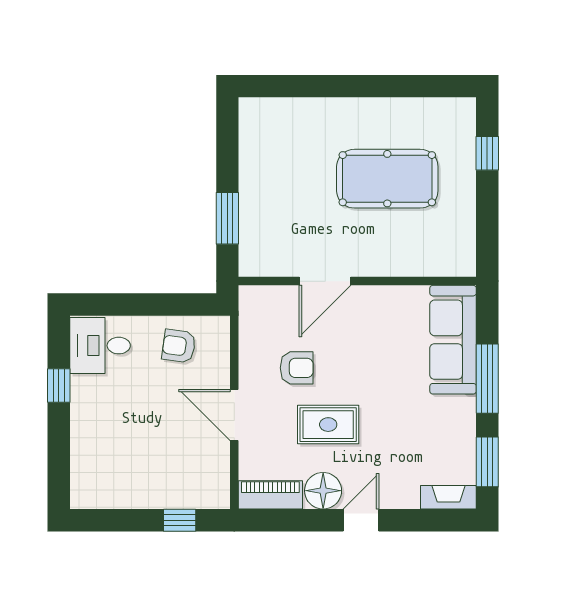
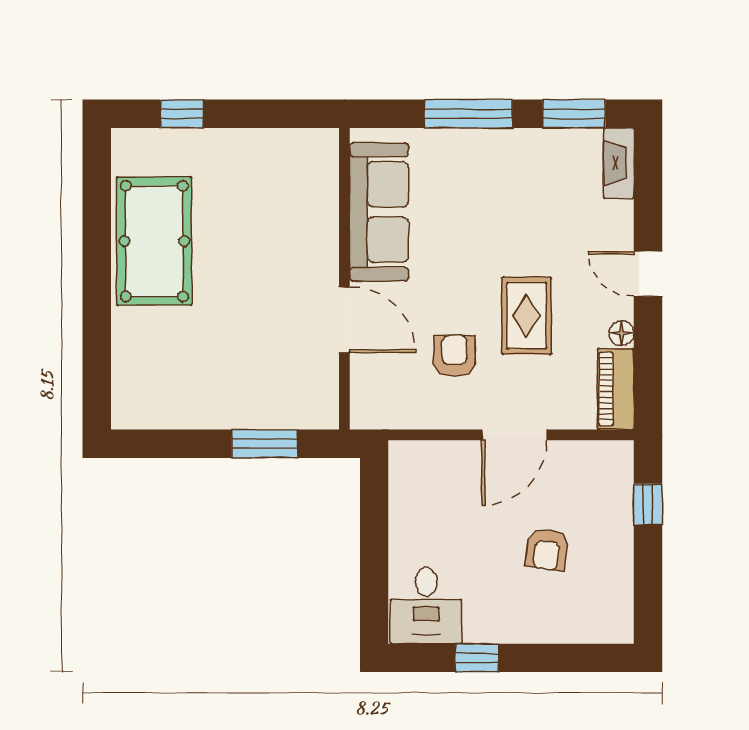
pool table: (387, 179) -> (154, 241), moved
sofa: (453, 340) -> (379, 212), moved, turned -90
armchair: (179, 346) -> (547, 550), moved
floor lamp: (323, 491) -> (622, 333), width x0.53, depth x0.53

